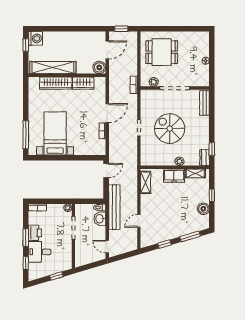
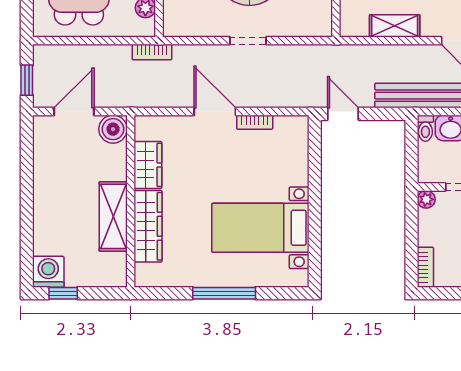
door: (107, 50) -> (74, 111), hinge flipped
shelving: (53, 68) -> (113, 216), width x0.68
window: (26, 135) -> (224, 293), moved
shelving: (146, 182) -> (395, 26), moved

